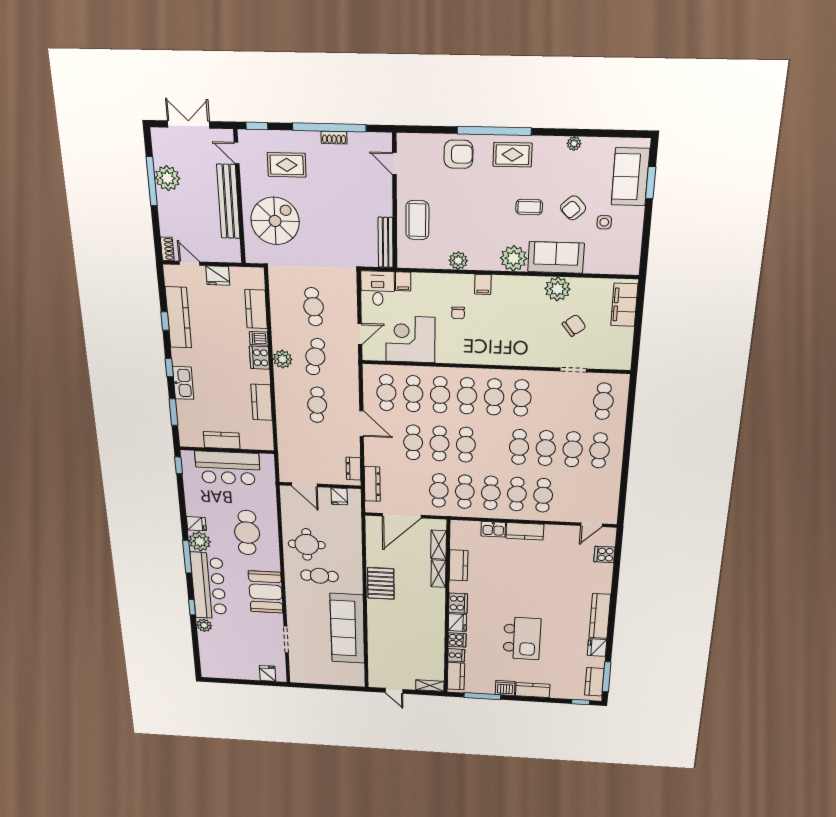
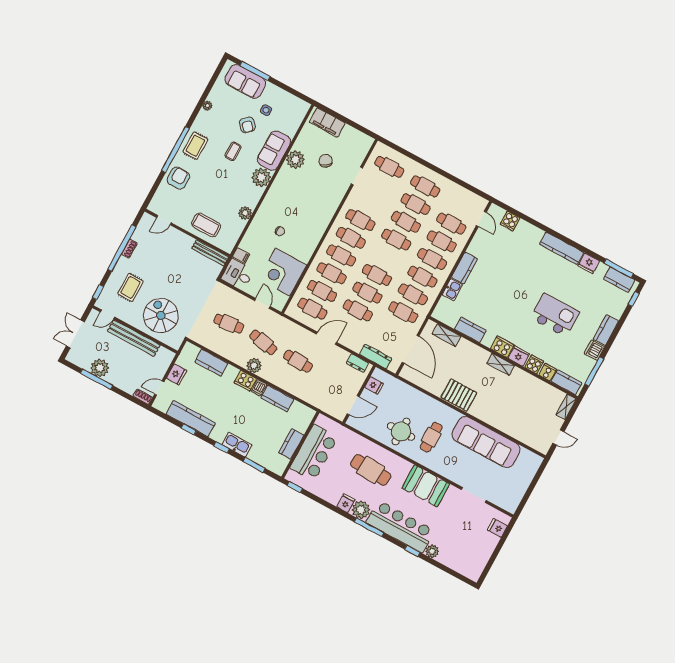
window: (651, 183) -> (255, 71), width x1.44
filing cabinet: (483, 284) -> (269, 205), removed
dishwasher: (259, 338) -> (259, 388), moved
cafe table: (569, 497) -> (451, 224), added
shelving: (438, 574) -> (501, 364), moved

